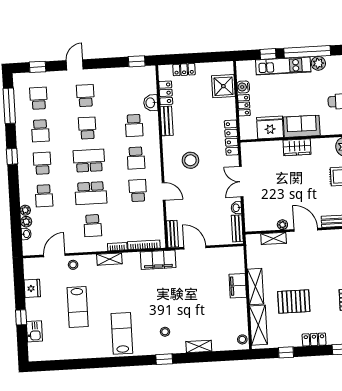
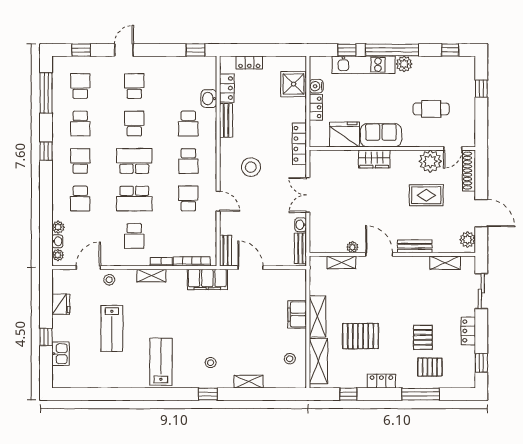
plant: (25, 210) -> (58, 255), moved
stool: (242, 339) -> (290, 359), moved

